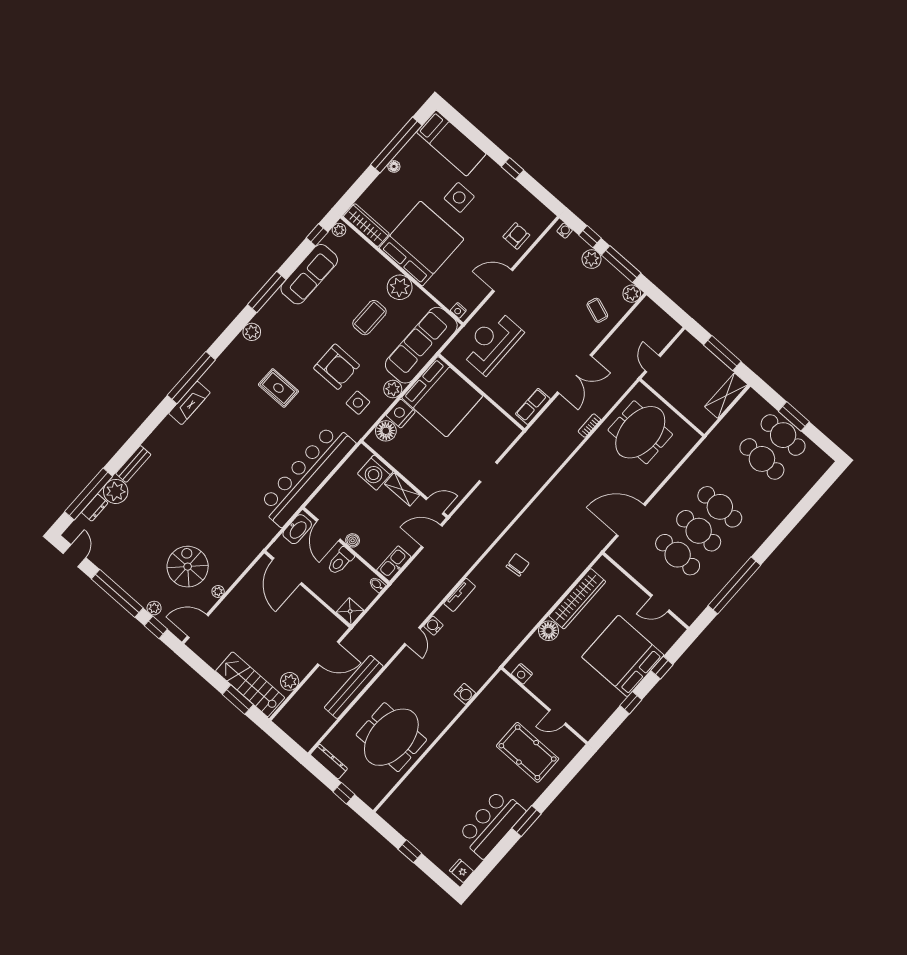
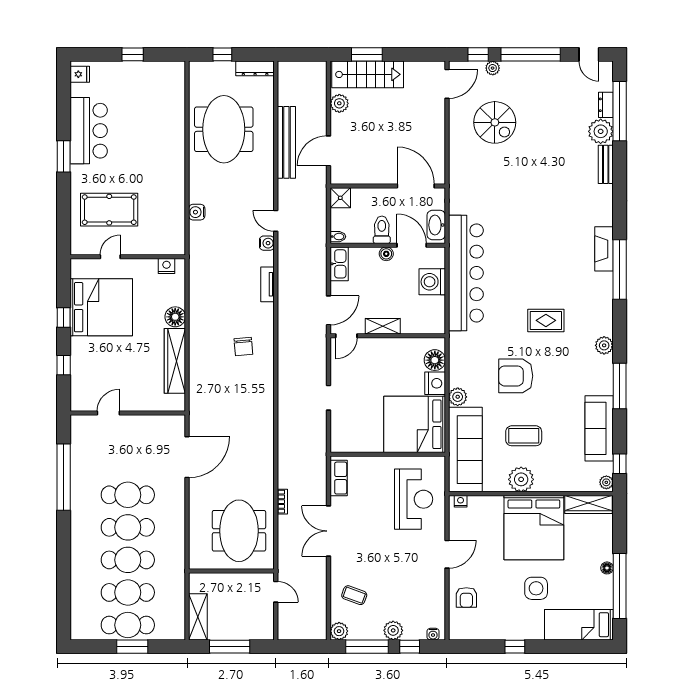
coffee table: (369, 318) -> (524, 436), turned 90
side table: (358, 403) -> (475, 363), removed
washing machine: (375, 473) -> (432, 282), moved, turned -90
cafe table: (678, 555) -> (128, 560), moved
plant: (218, 592) -> (455, 124), removed
bed: (623, 656) -> (101, 307), moved

